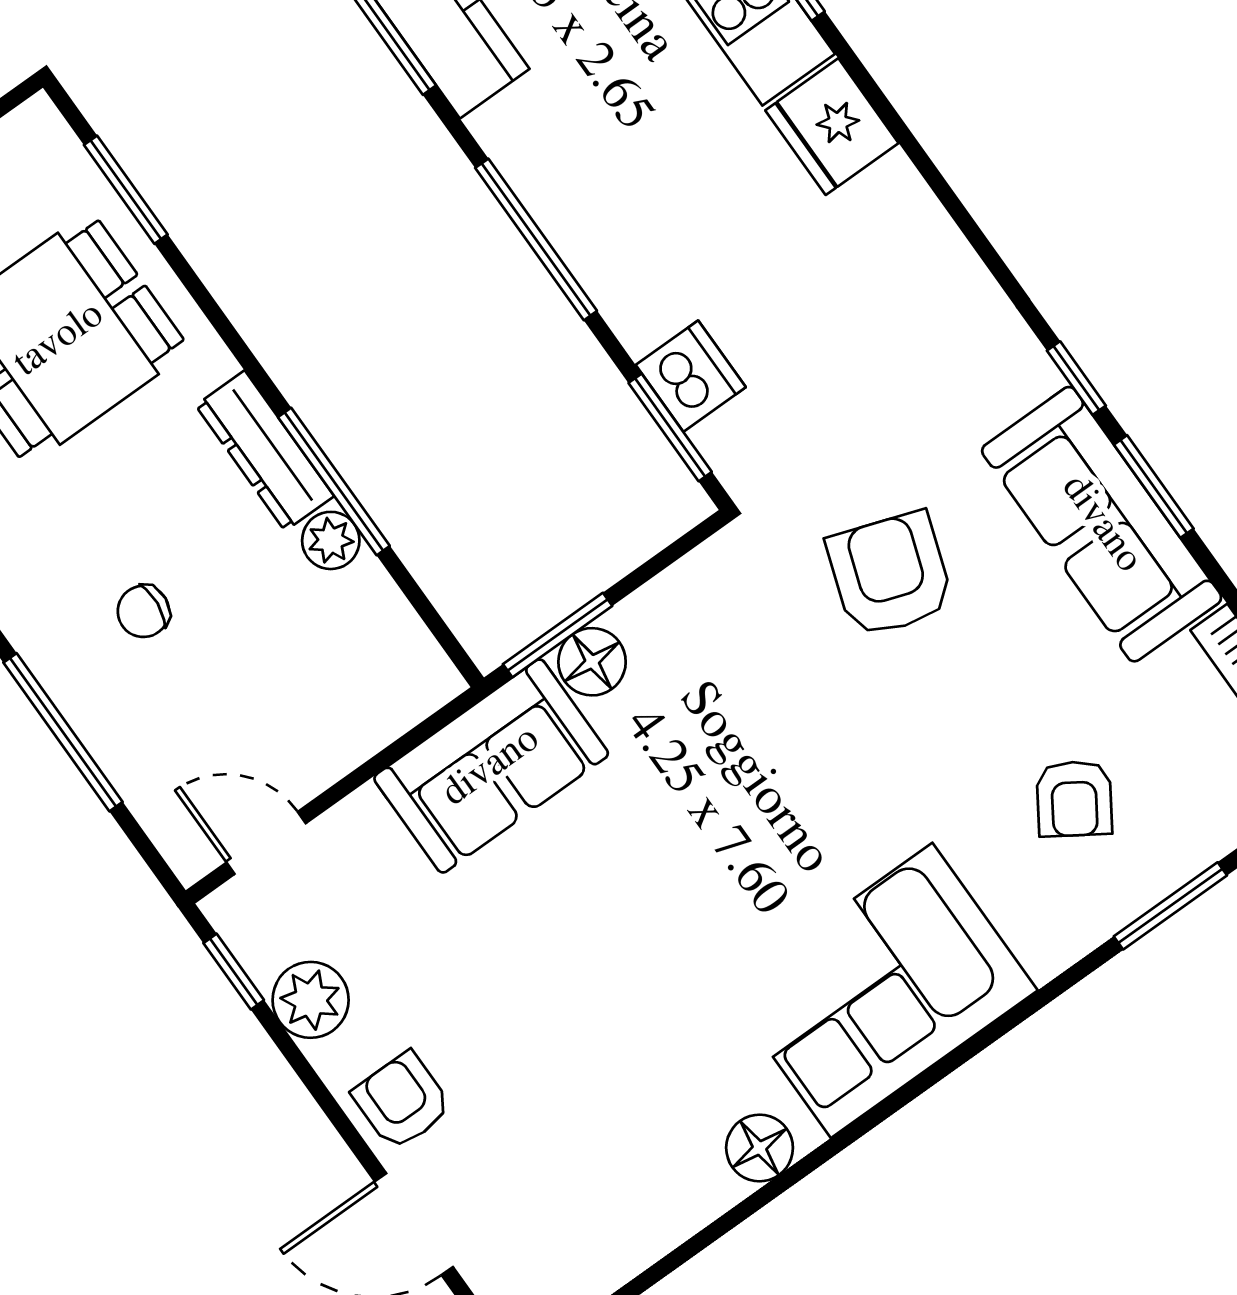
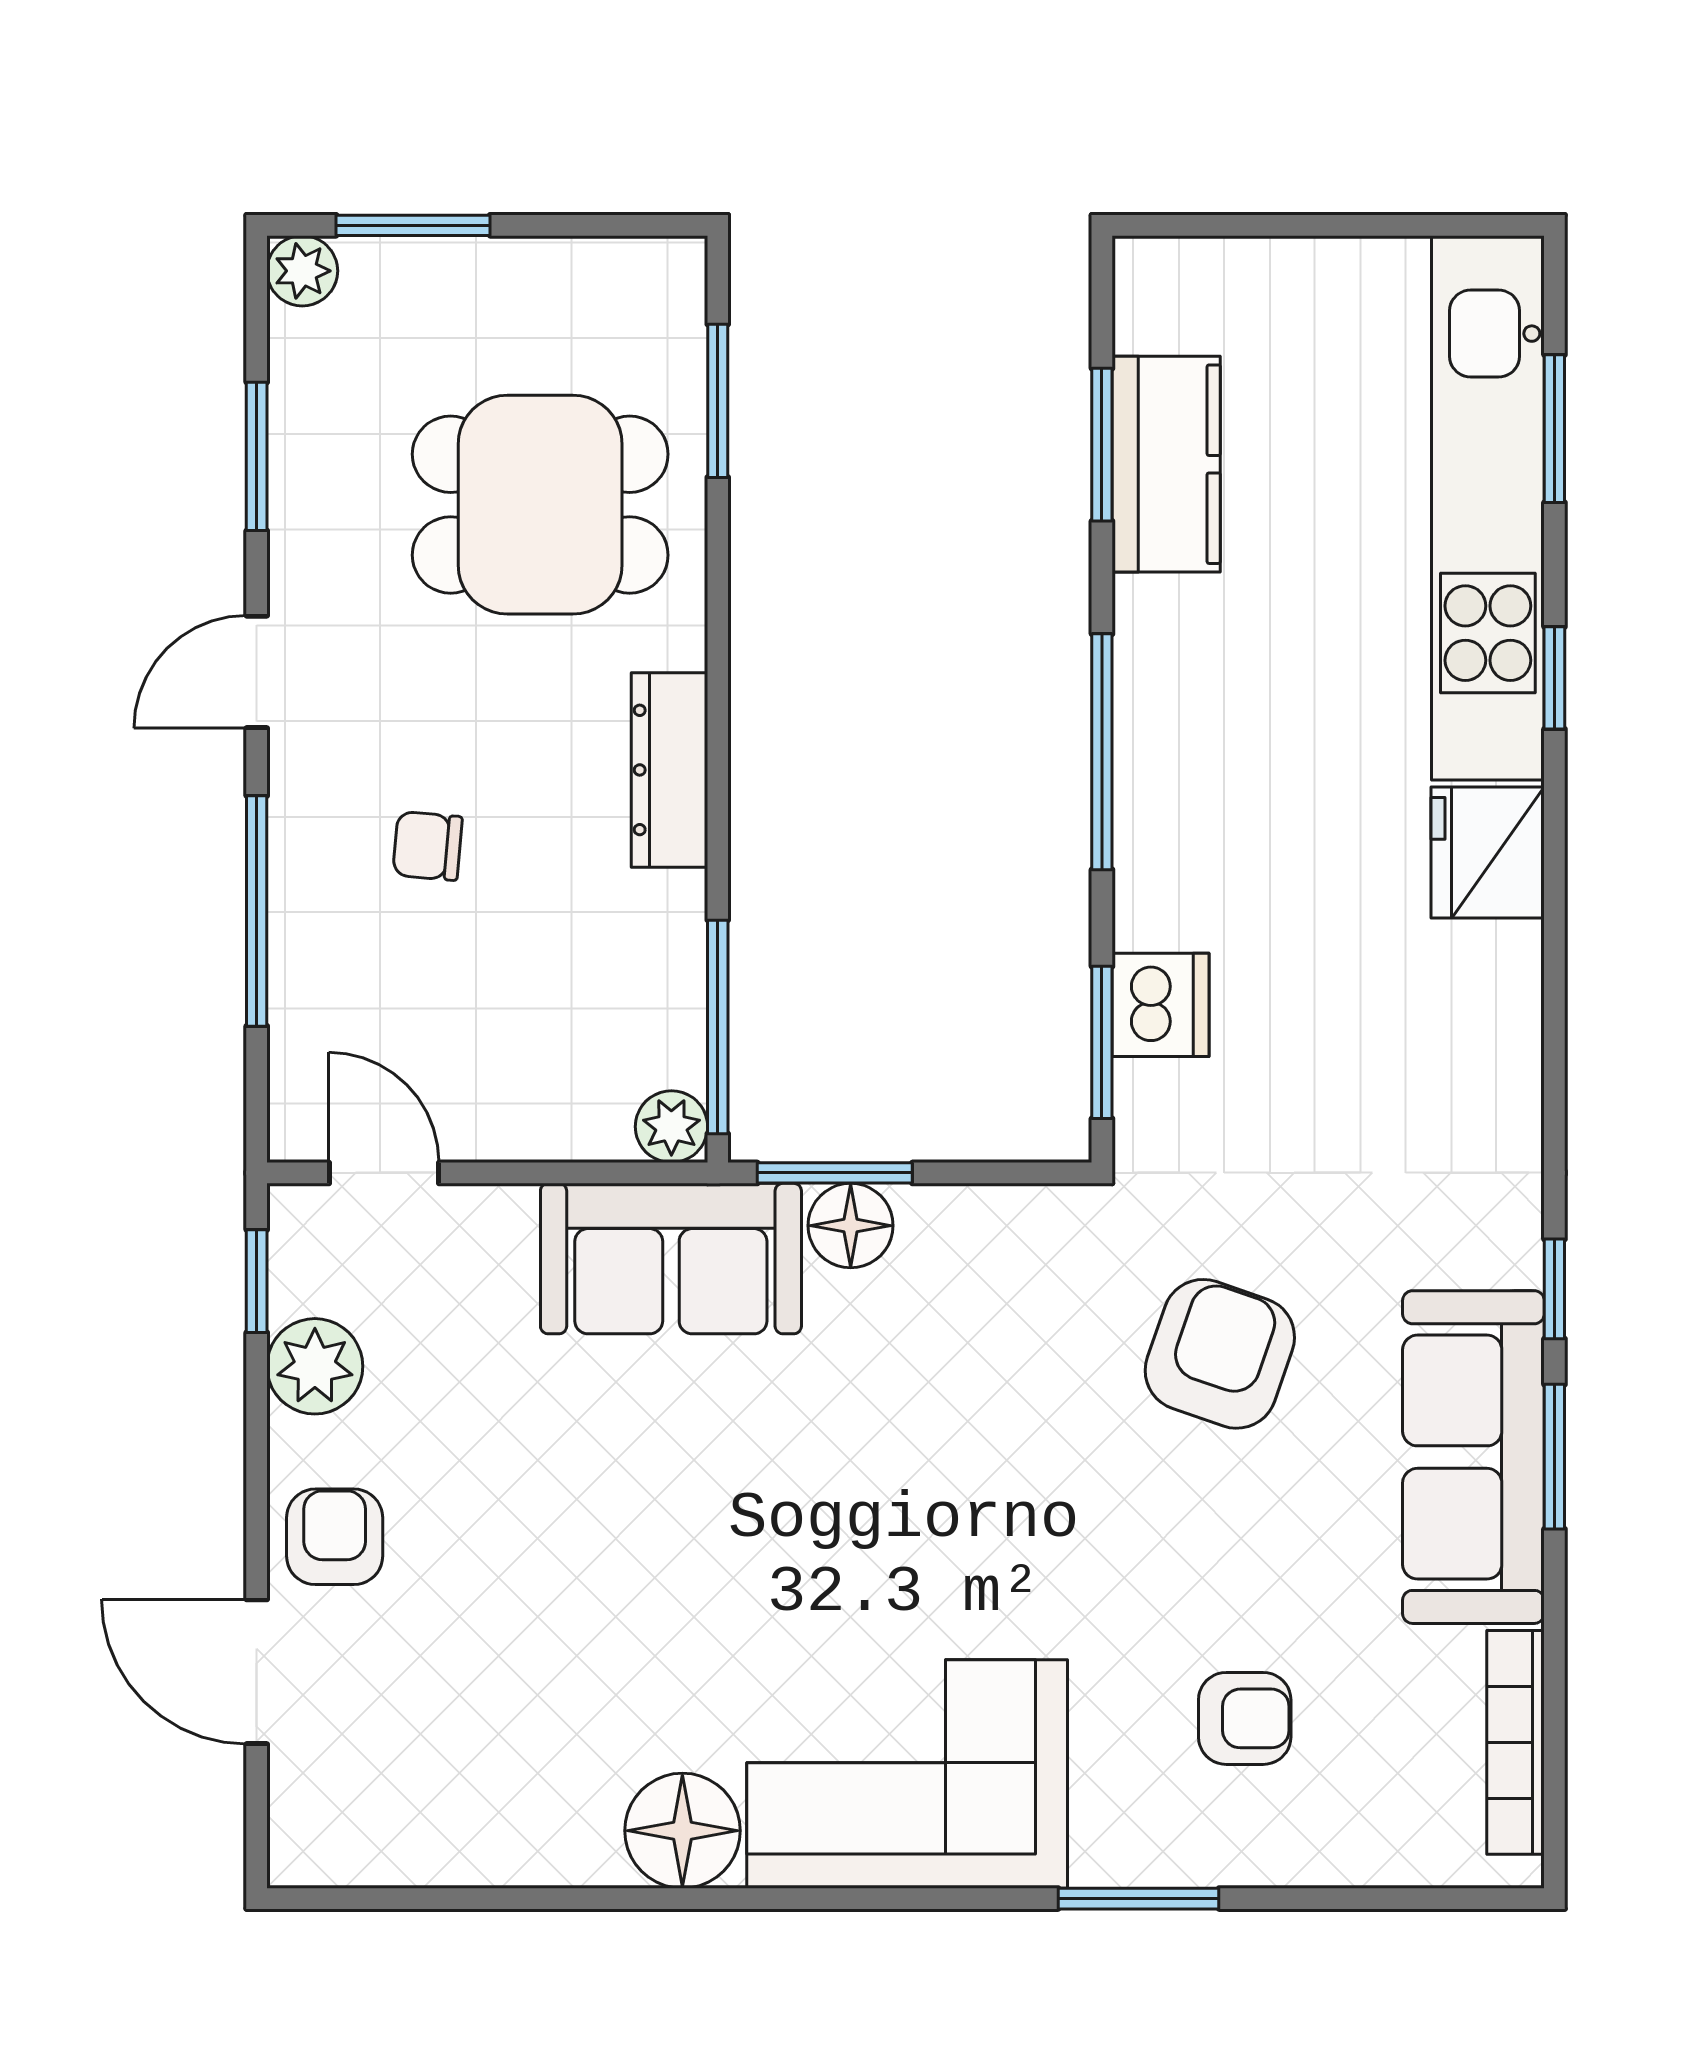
window: (334, 481) -> (718, 1027), moved
plant: (331, 540) -> (671, 1127), moved
armchair: (1074, 799) -> (1245, 1718), turned -123
window: (1170, 906) -> (1139, 1899), moved
floor lamp: (760, 1148) -> (682, 1831), width x1.38, depth x1.38

